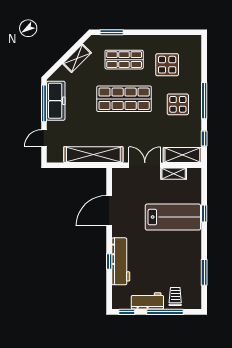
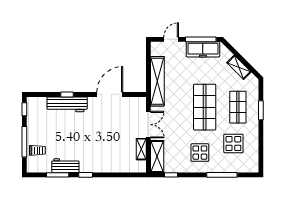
window: (112, 32) -> (261, 110), moved
window: (204, 101) -> (222, 175), moved
door: (44, 138) -> (171, 39), hinge flipped
door: (109, 211) -> (110, 94), hinge flipped
window: (204, 214) -> (86, 175), moved
lab bench: (173, 217) -> (105, 148), removed
workbench: (147, 301) -> (65, 166), moved, turned -90

